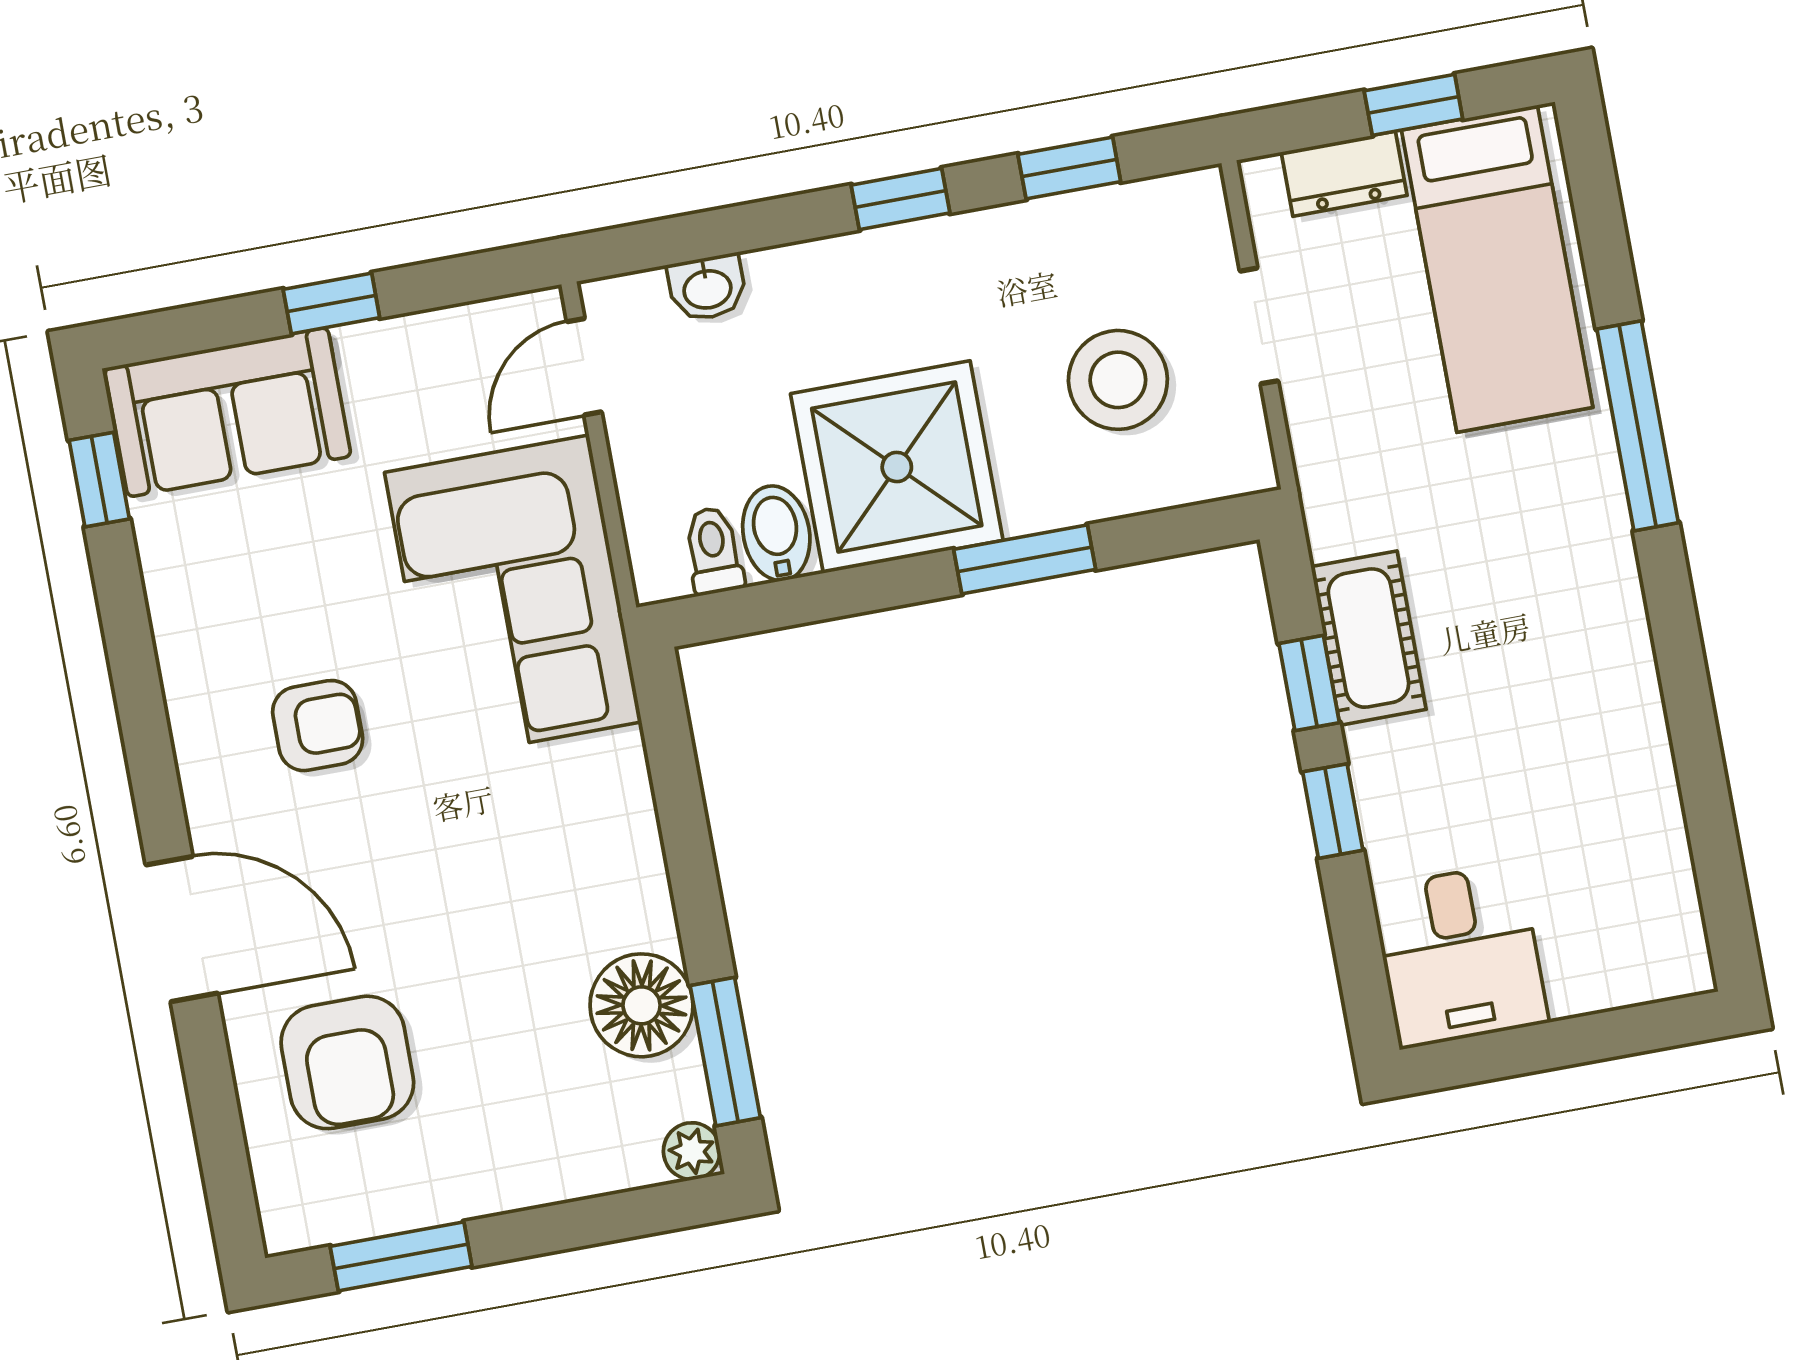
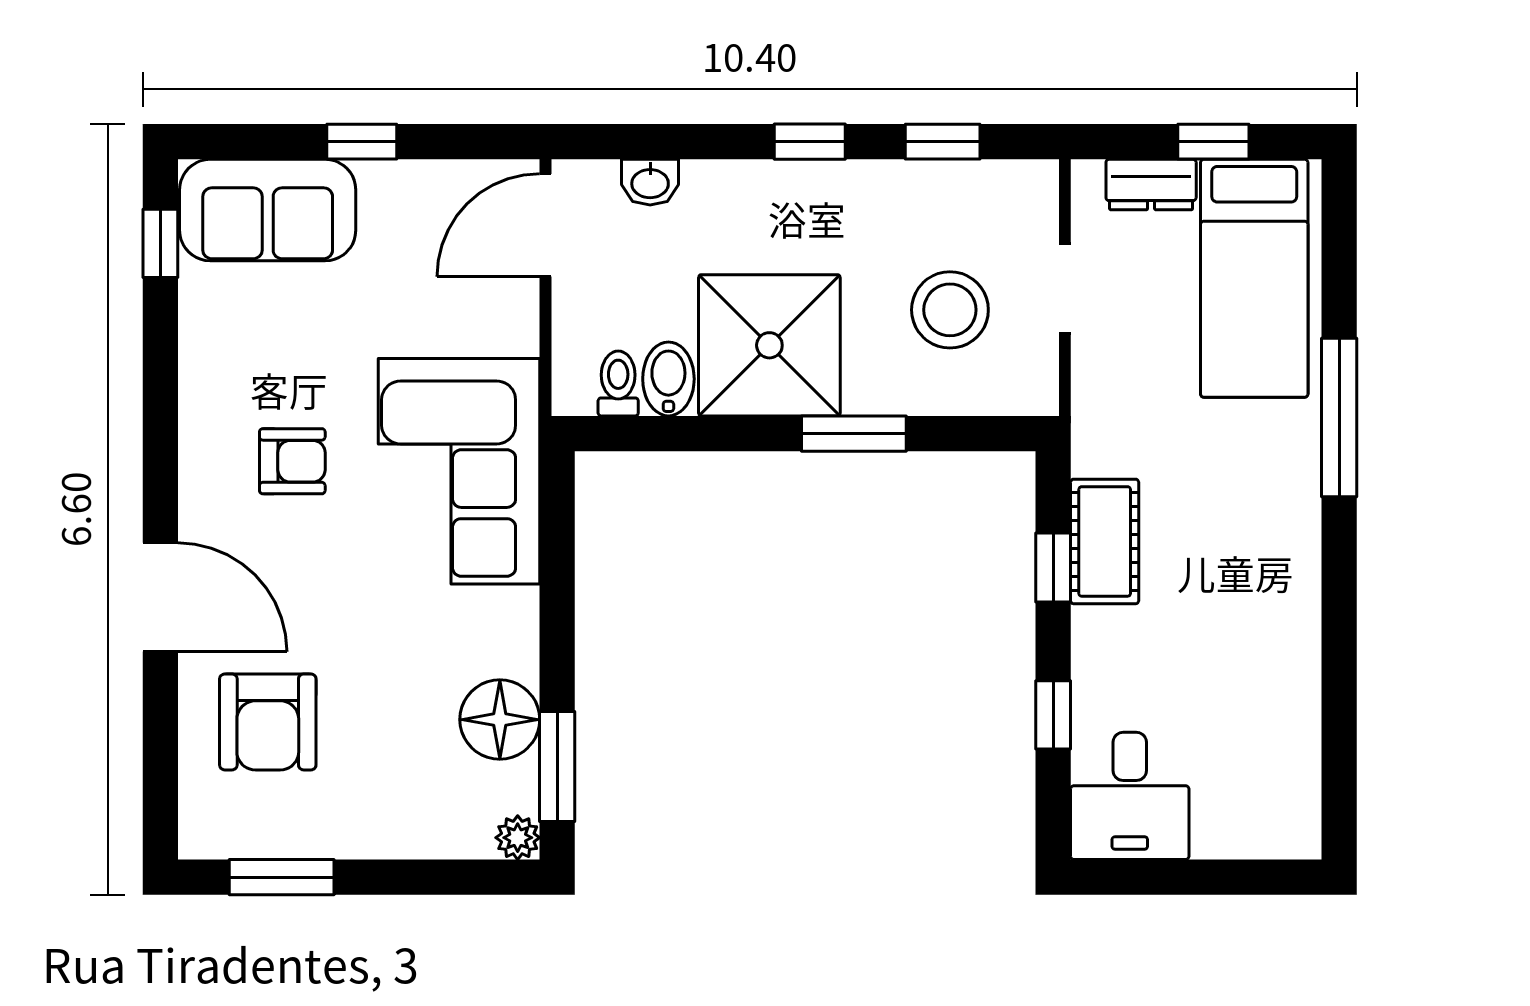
door: (584, 367) -> (545, 225), width x1.38
corner sofa: (513, 597) -> (459, 471), moved
window: (1333, 811) -> (1053, 715), moved

